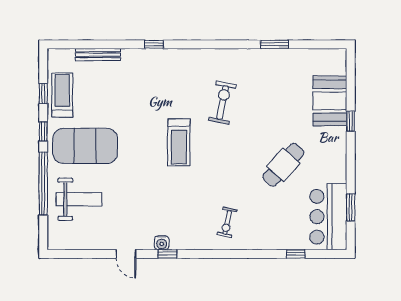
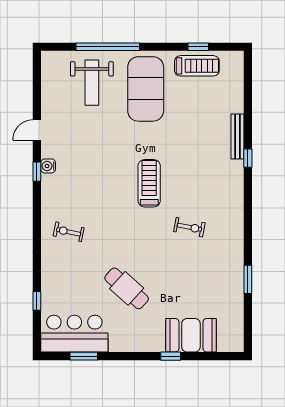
bench: (98, 55) -> (237, 137), moved
exercise bike: (223, 102) -> (189, 227), width x0.73, depth x0.72
window: (43, 131) -> (160, 47), removed
treadmill: (179, 142) -> (149, 183), turned 90

